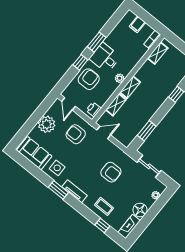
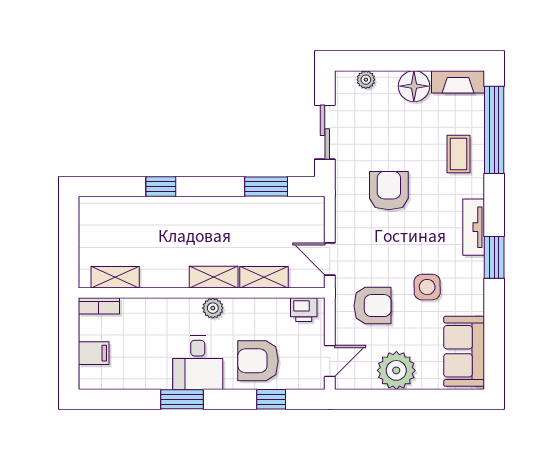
window: (80, 62) -> (271, 399), moved
armchair: (76, 134) -> (373, 306), turned -90
side table: (57, 168) -> (427, 287), moved
window: (102, 225) -> (494, 130), width x3.17

